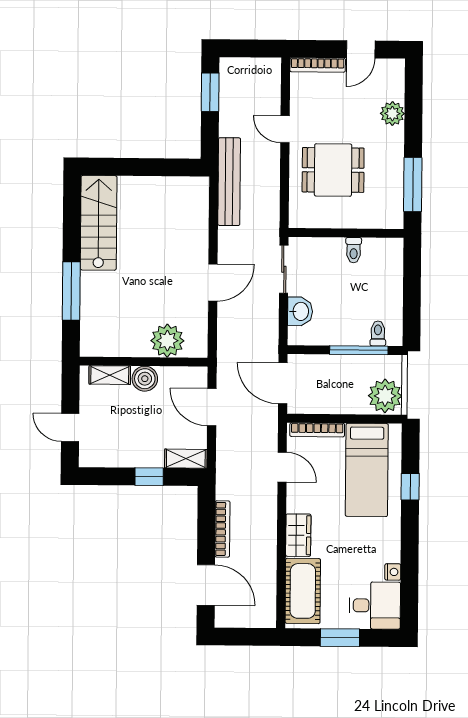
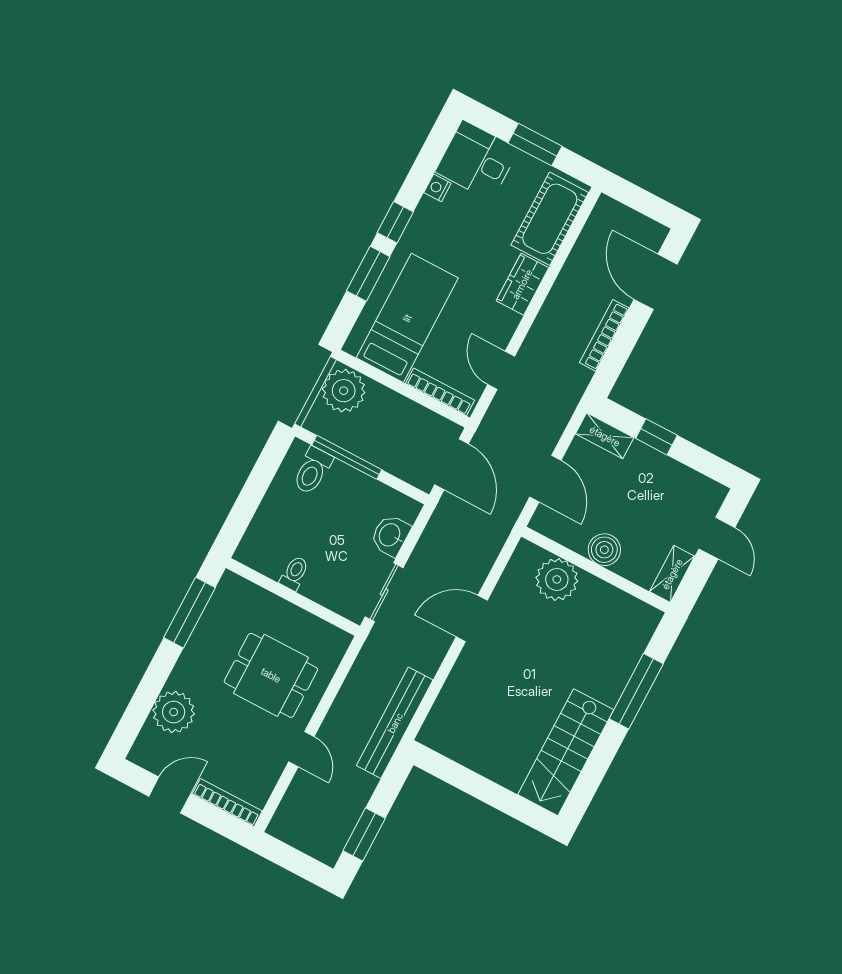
plant: (392, 114) -> (174, 712), width x1.36, depth x1.36
toilet: (378, 333) -> (313, 471), width x1.37, depth x1.39
shelving: (110, 375) -> (672, 574), moved, turned 90
window: (410, 487) -> (368, 274), width x1.50
window: (410, 533) -> (395, 222), added

